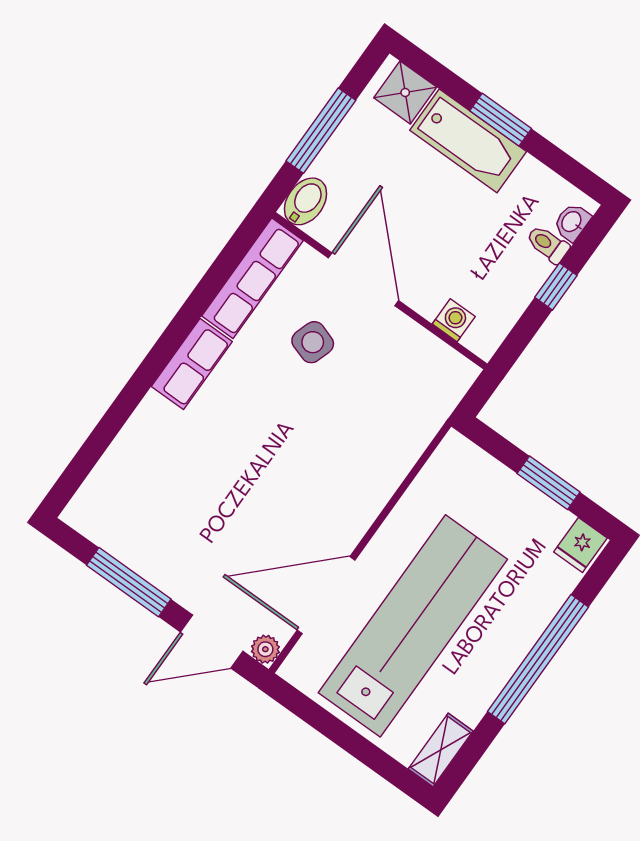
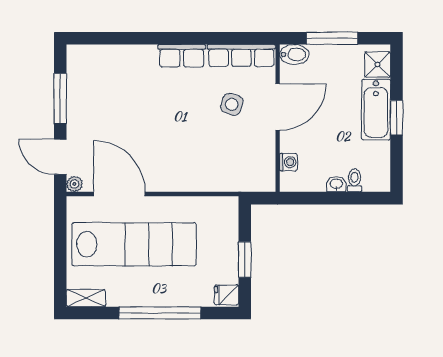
washbasin: (572, 222) -> (336, 184), moved
window: (556, 286) -> (338, 198), removed

